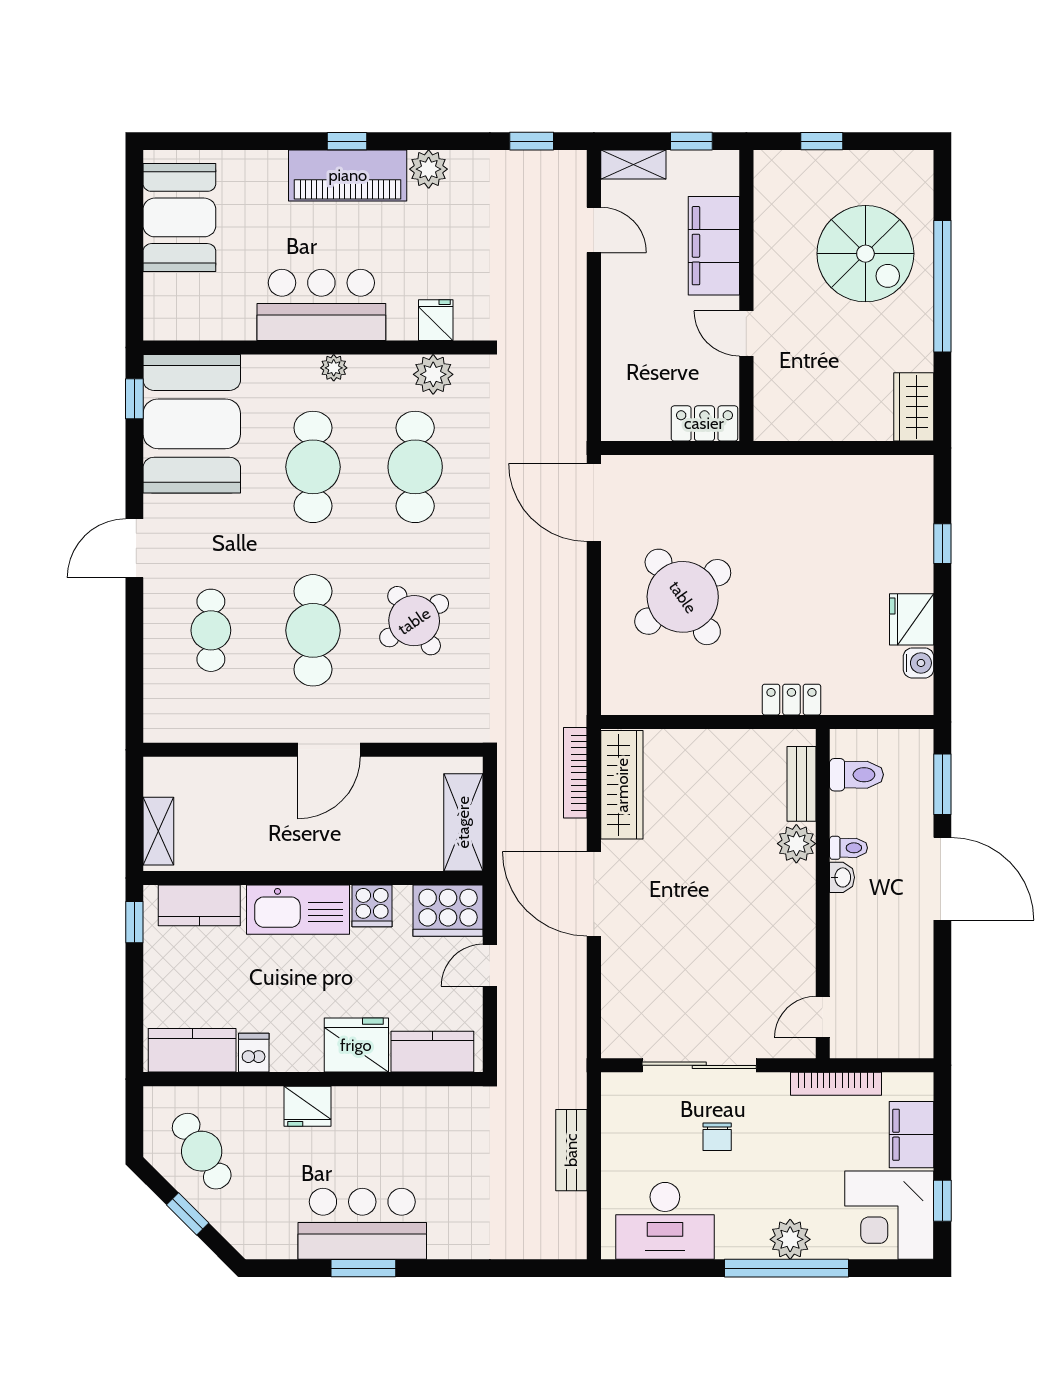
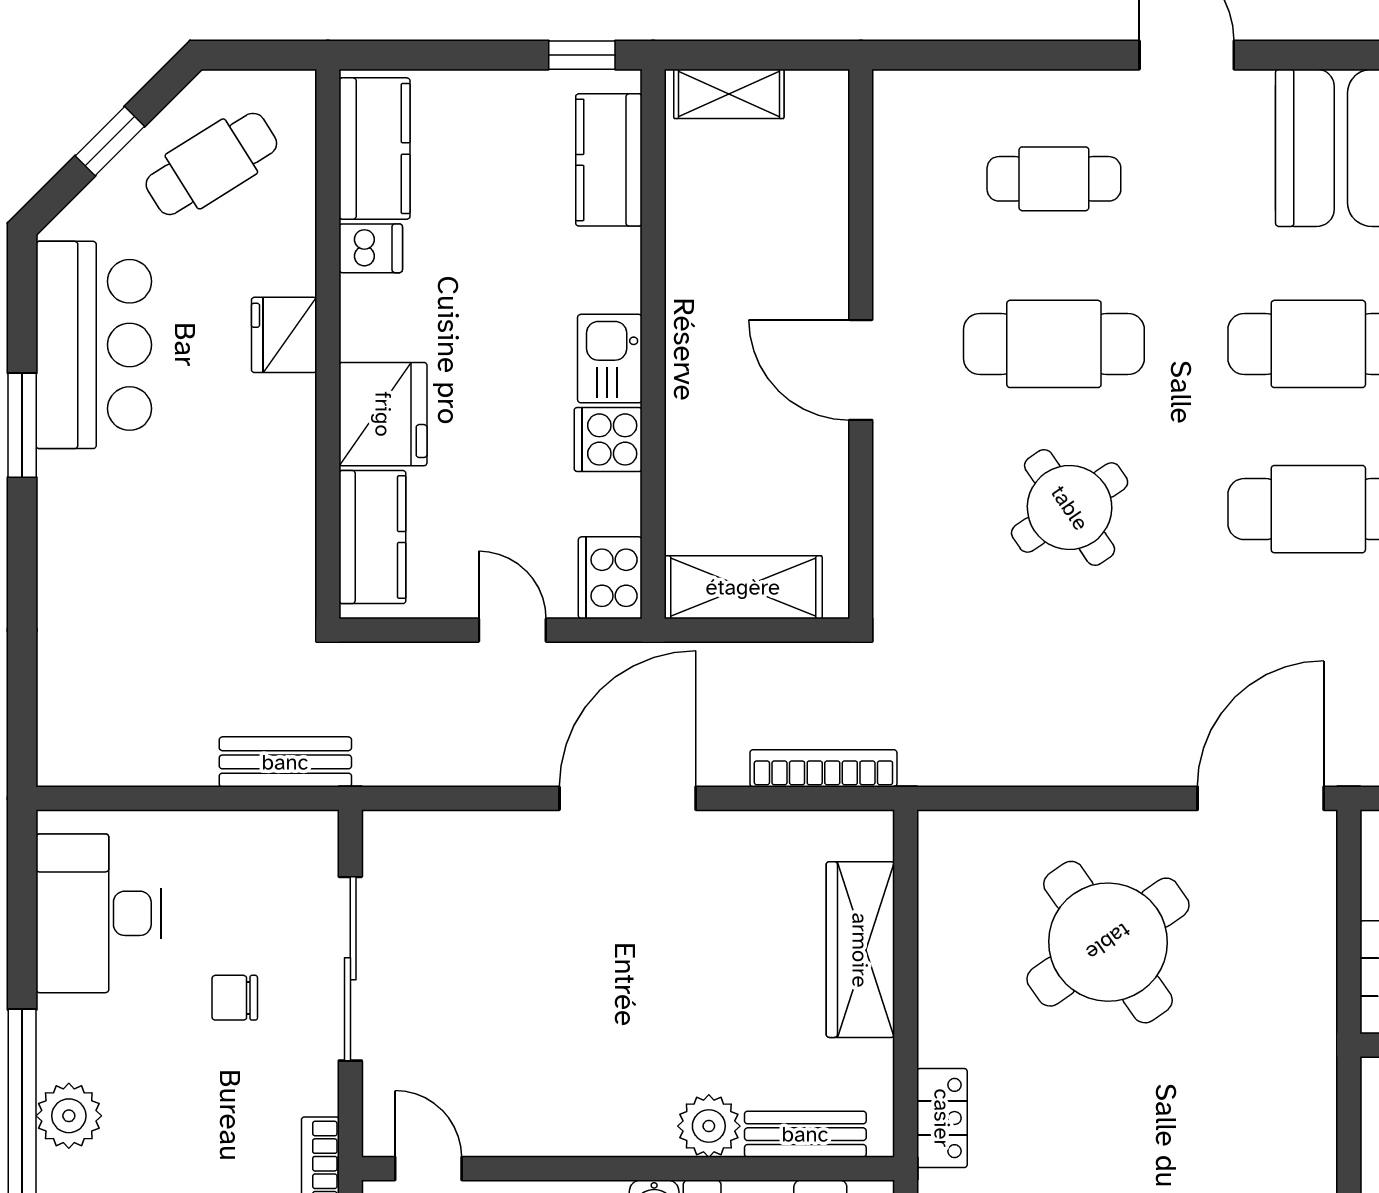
wardrobe: (622, 785) -> (860, 950), moved, turned 90
kitchen sink: (298, 910) -> (610, 359), width x0.53, depth x0.81
cooker: (448, 911) -> (610, 578), width x0.73, depth x0.76
bench: (571, 1150) -> (285, 762), moved
bar counter: (362, 1224) -> (94, 345), moved

